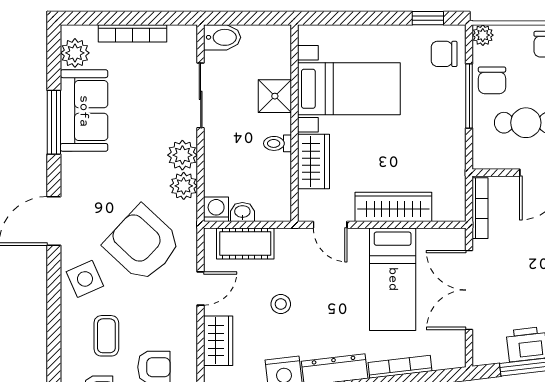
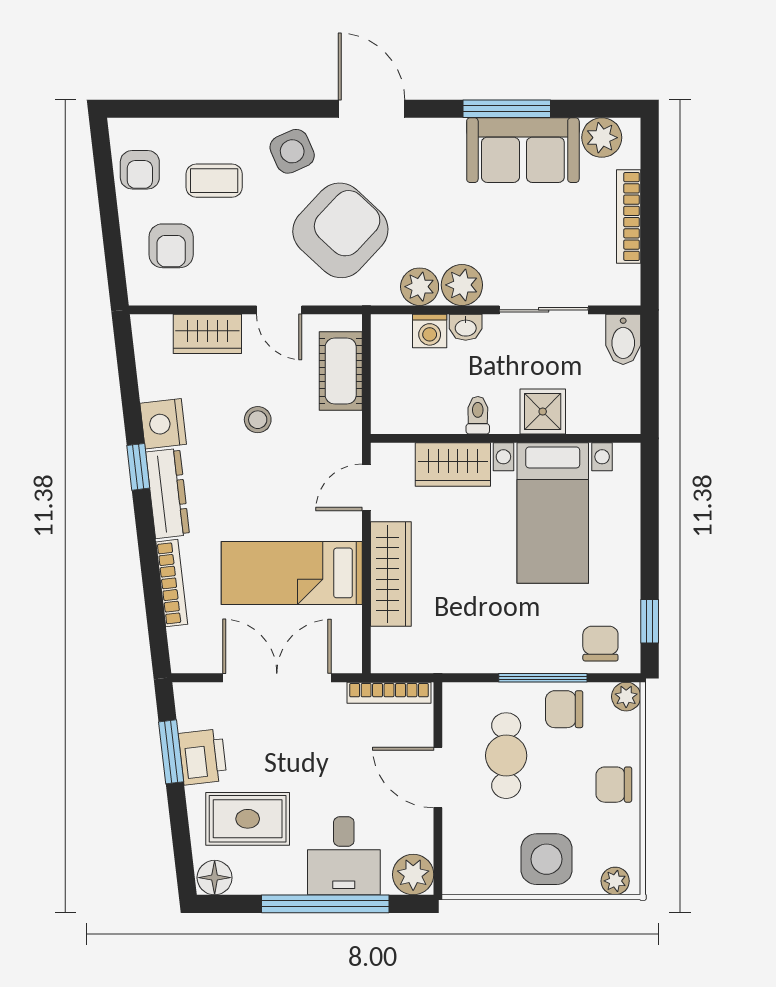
washing machine: (216, 209) -> (430, 331), moved, turned 90
washbasin: (242, 212) -> (466, 327), moved, turned 90

